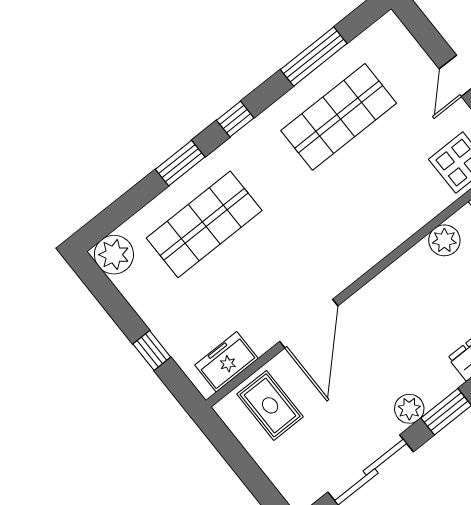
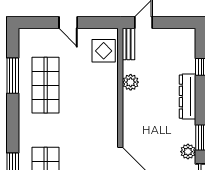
window: (235, 119) -> (13, 128), removed

